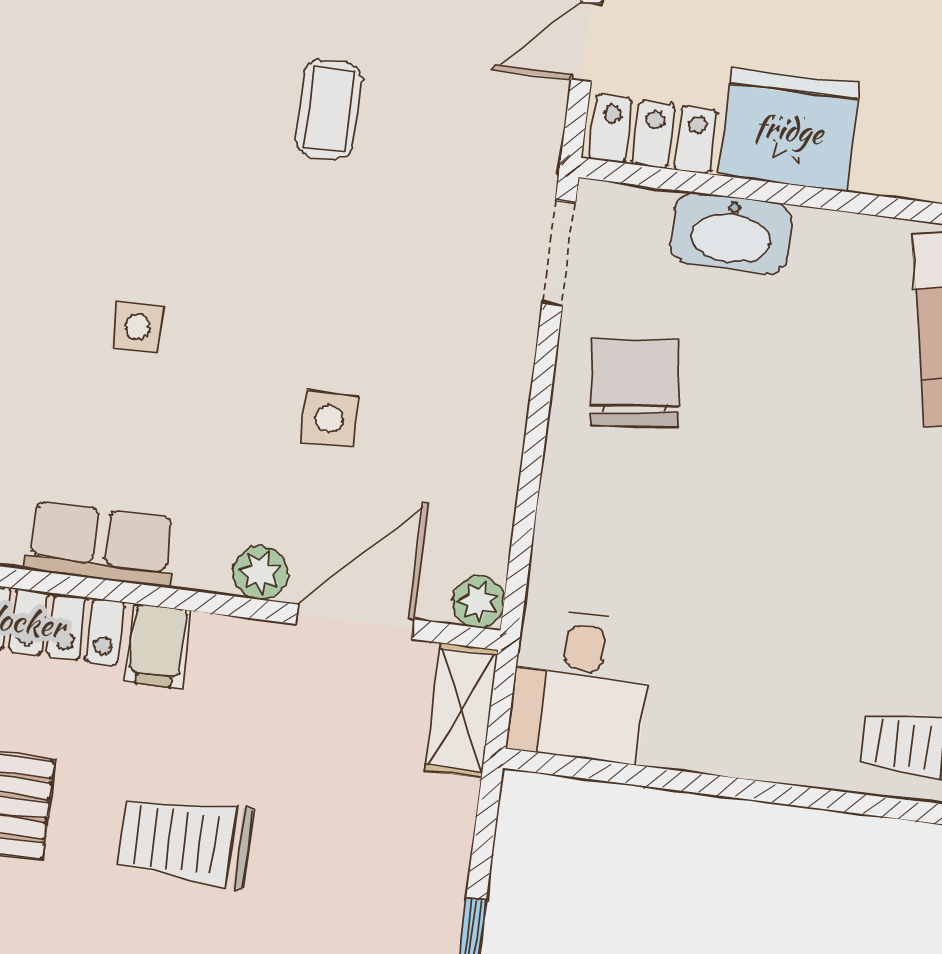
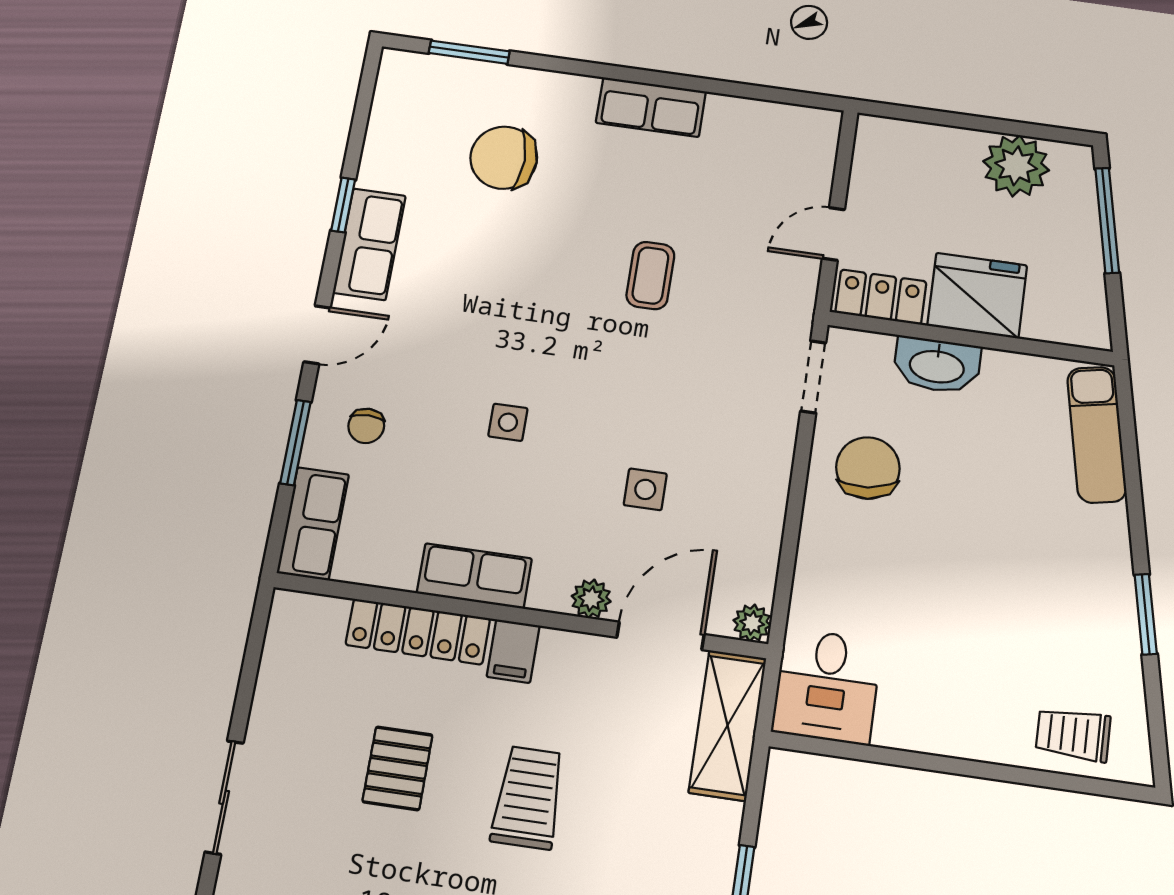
shelving: (461, 710) -> (728, 725), width x1.50, depth x1.33
trolley: (185, 841) -> (528, 798), turned 90

